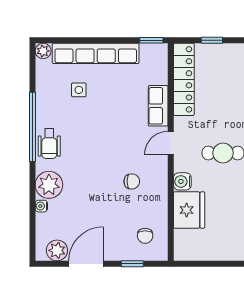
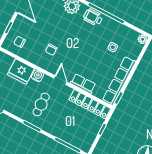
row of seats: (96, 53) -> (119, 81), moved

